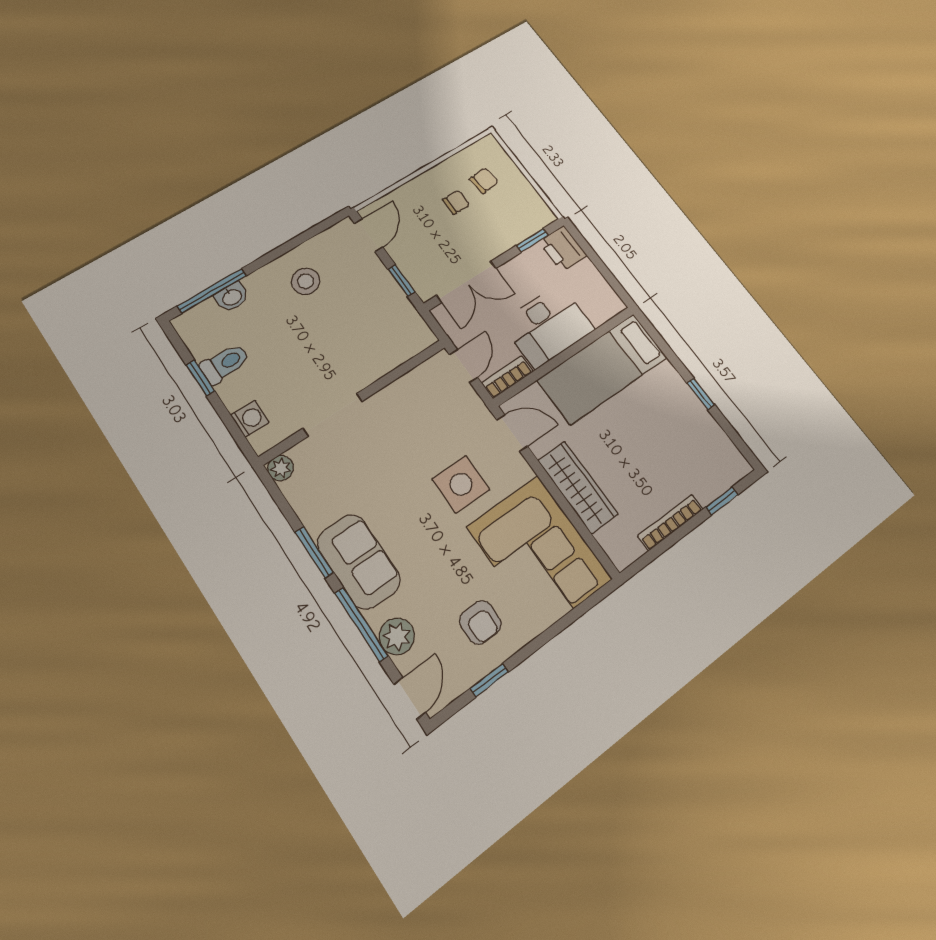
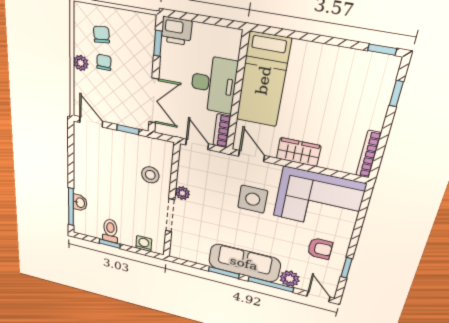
plant: (431, 180) -> (81, 63), added
stool: (306, 281) -> (150, 175), moved
window: (701, 394) -> (382, 50), moved
door: (512, 433) -> (252, 156), hinge flipped
plant: (281, 468) -> (182, 193), moved
wardrobe: (578, 487) -> (298, 152), width x0.67
bookcase: (670, 522) -> (368, 154), moved
sofa: (359, 561) -> (244, 263), width x1.36

